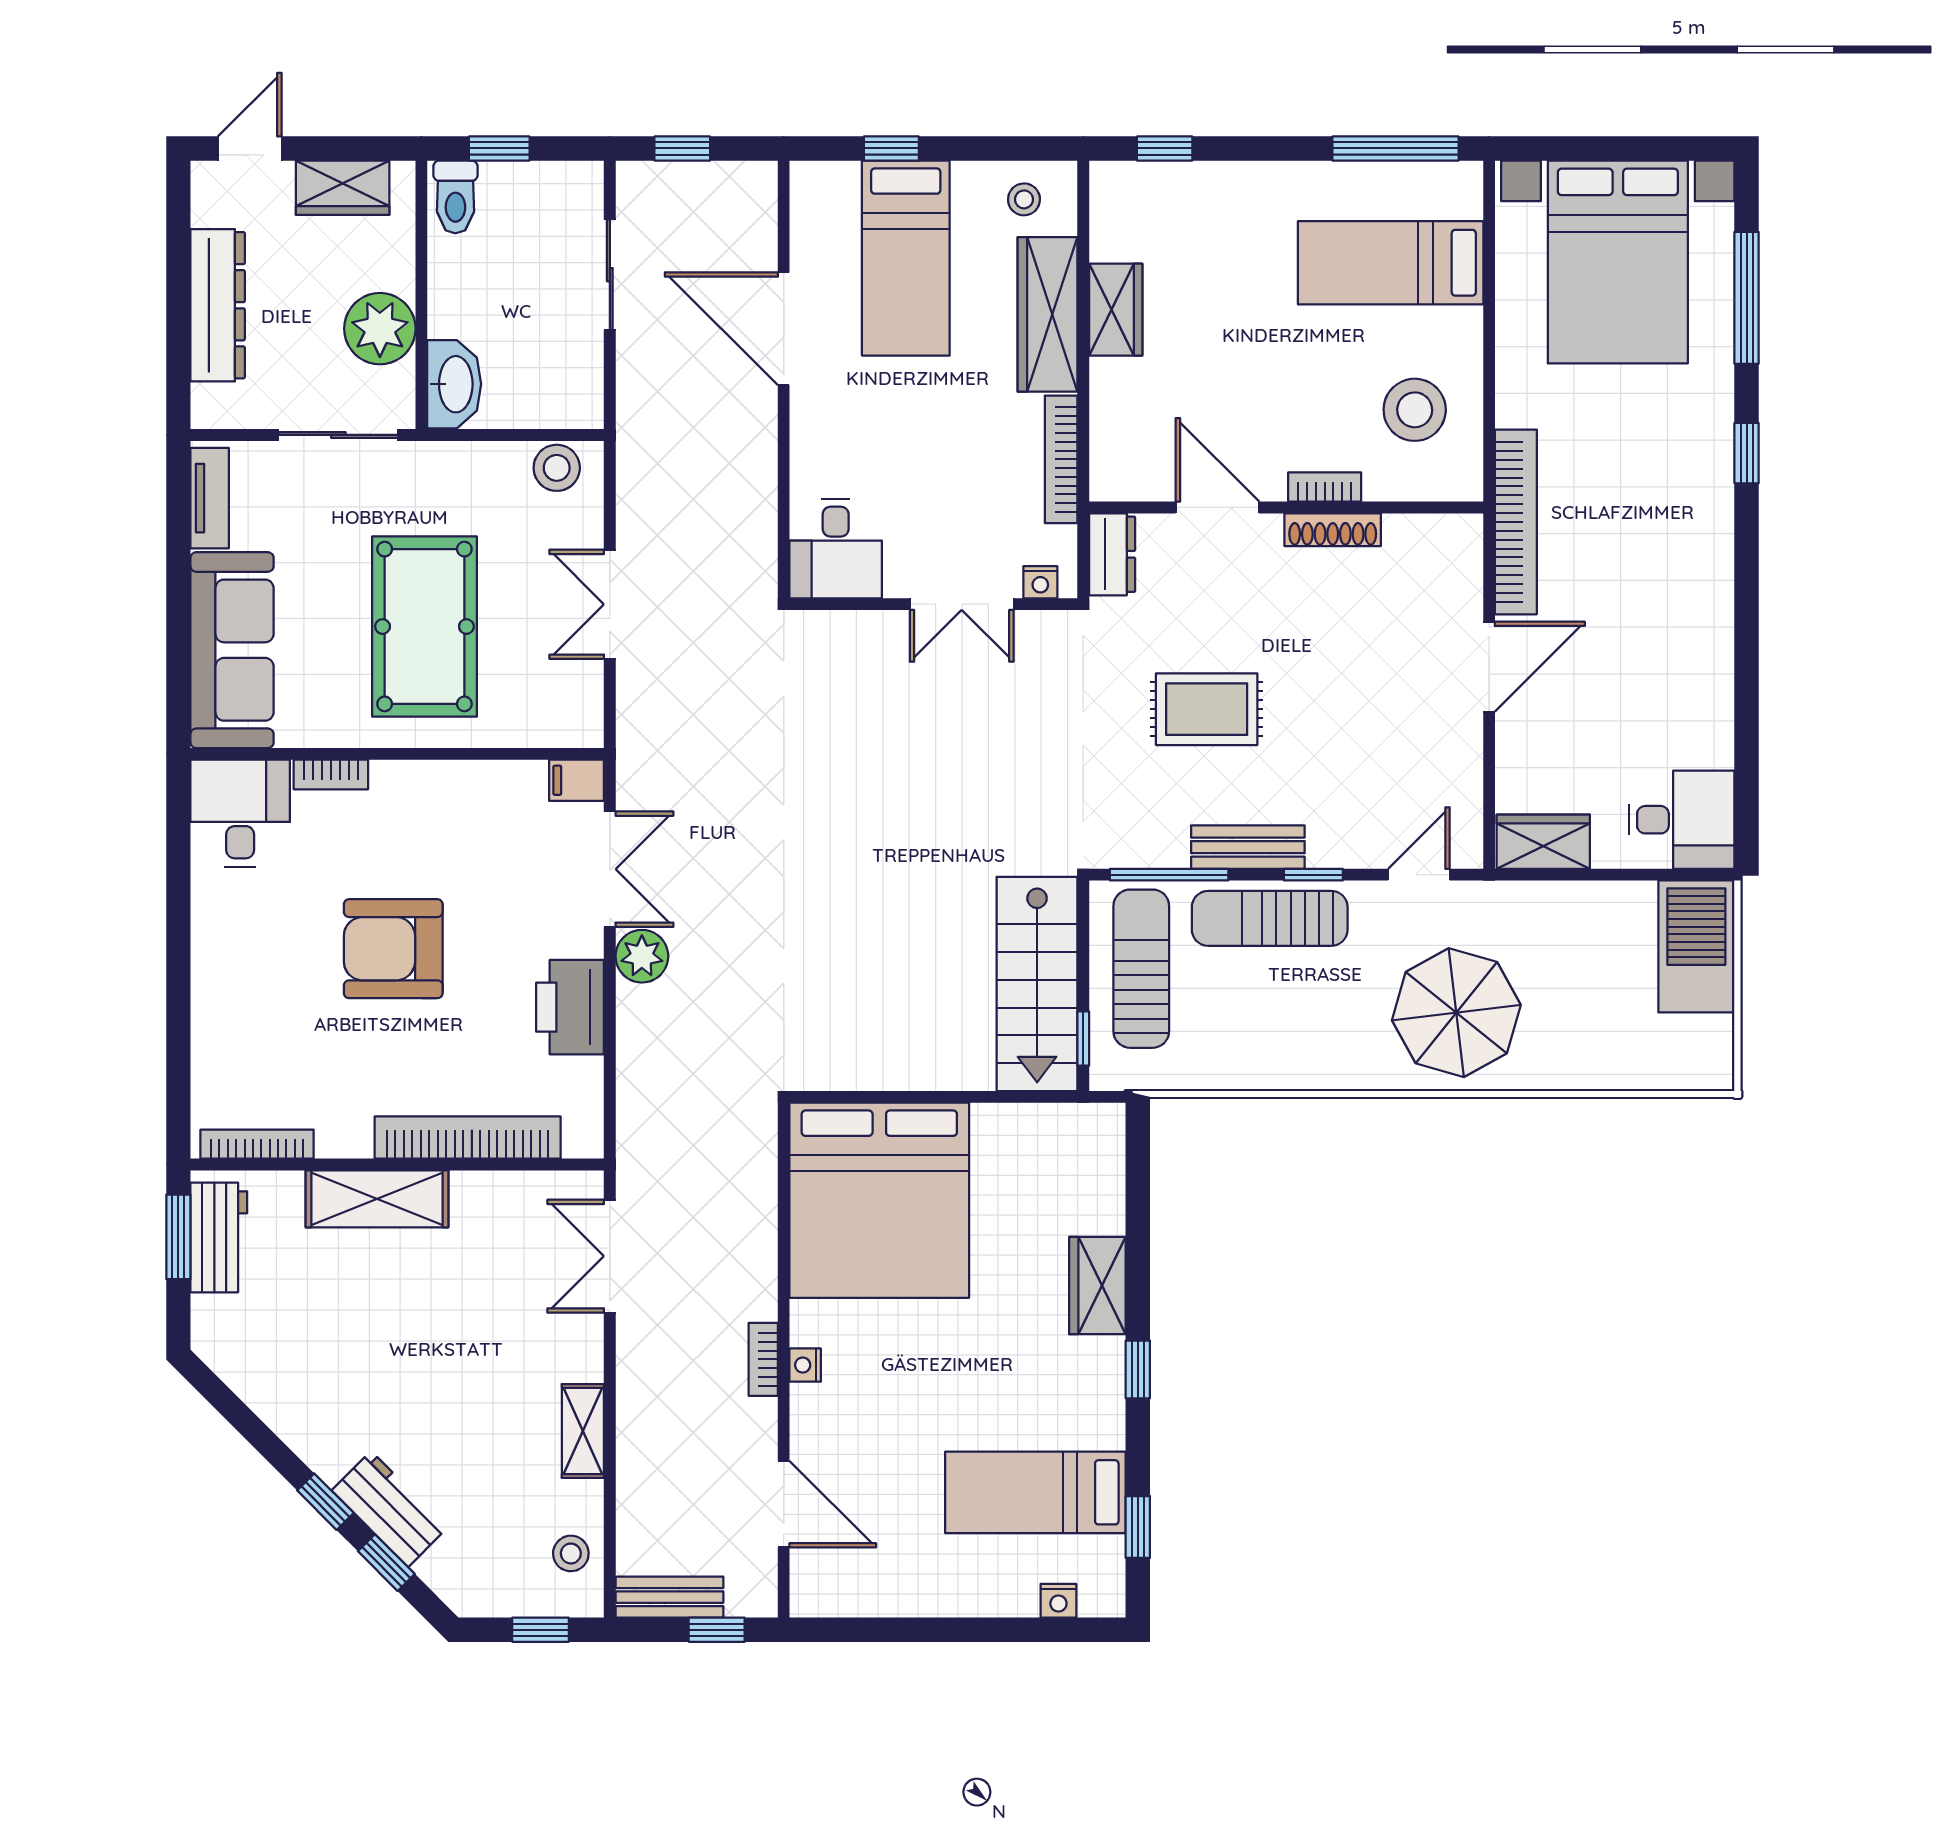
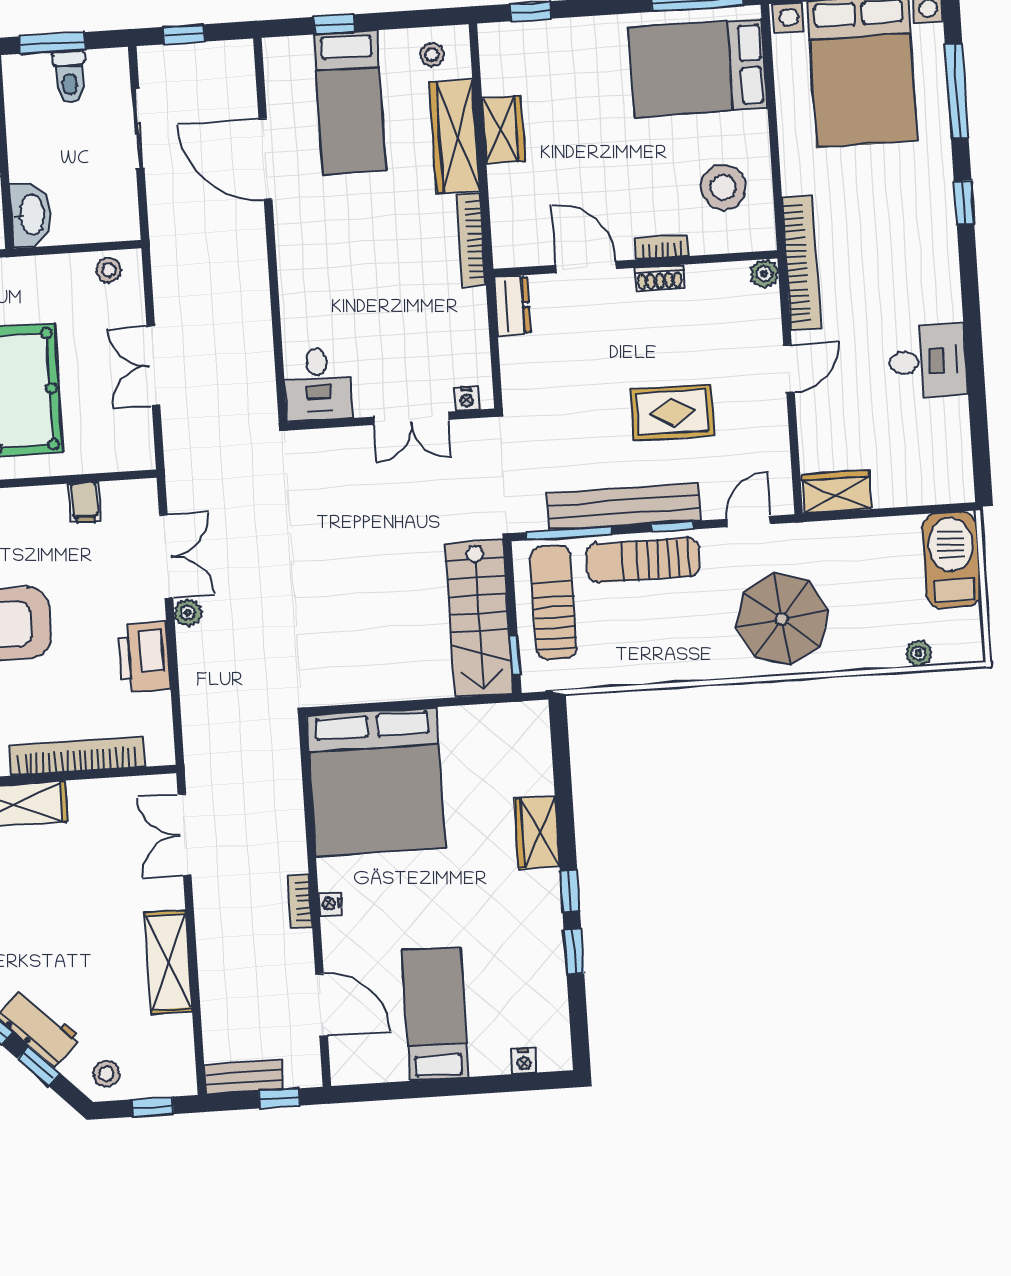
window: (499, 148) -> (52, 43), width x1.50
toilet: (455, 197) -> (69, 77), moved
bed: (1391, 263) -> (698, 68), width x1.50
stool: (557, 468) -> (109, 270), width x0.73, depth x0.73
shoe rack: (1333, 530) -> (660, 278), width x0.70
plant: (1463, 533) -> (764, 274), added
desk: (836, 548) -> (318, 384), moved
nightstand: (1040, 582) -> (467, 399), moved
wall: (933, 604) -> (391, 420), moved
double door: (962, 604) -> (411, 418), moved
door: (1489, 667) -> (789, 368), width x0.73
rug: (1207, 709) -> (672, 412), moved
filing cabinet: (577, 780) -> (85, 502), moved, turned -90
desk: (1682, 820) -> (928, 361), moved
bench: (1248, 847) -> (624, 507), width x1.86, depth x1.21
plant: (642, 956) -> (188, 612), width x0.73, depth x0.73
plant: (1642, 1073) -> (919, 653), added
shelving: (583, 1431) -> (169, 962), width x1.50, depth x1.33
bed: (1035, 1492) -> (435, 1014), moved, turned 90
window: (1138, 1527) -> (574, 951), moved
stool: (571, 1553) -> (106, 1074), moved

